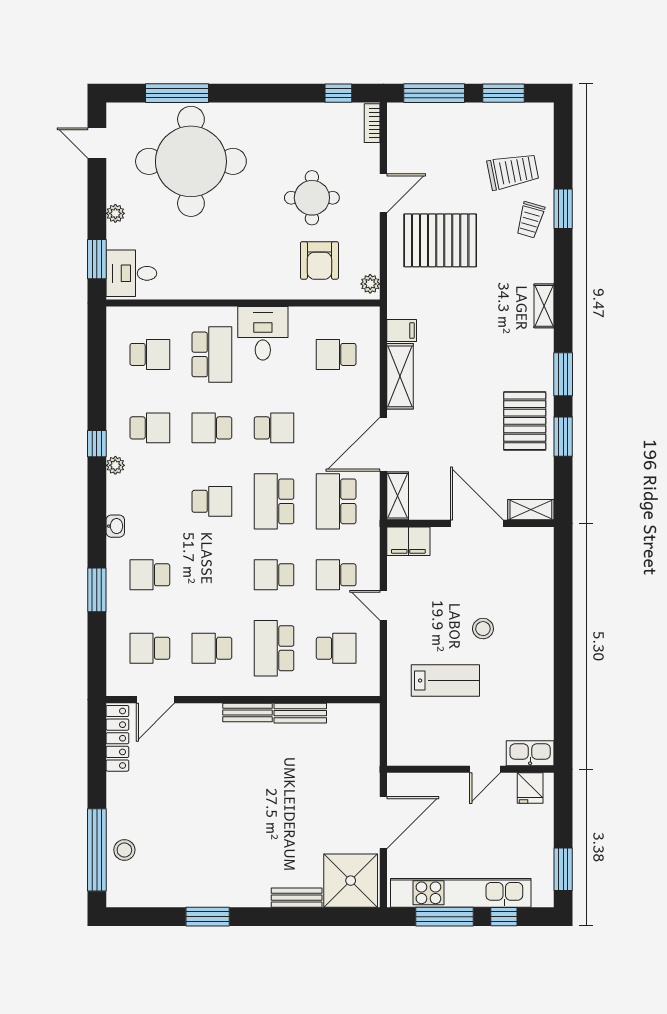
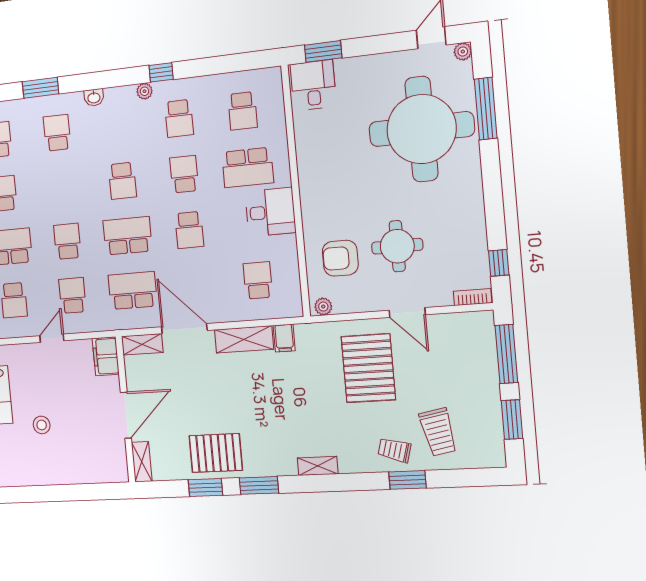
plant: (115, 213) -> (463, 52), moved

